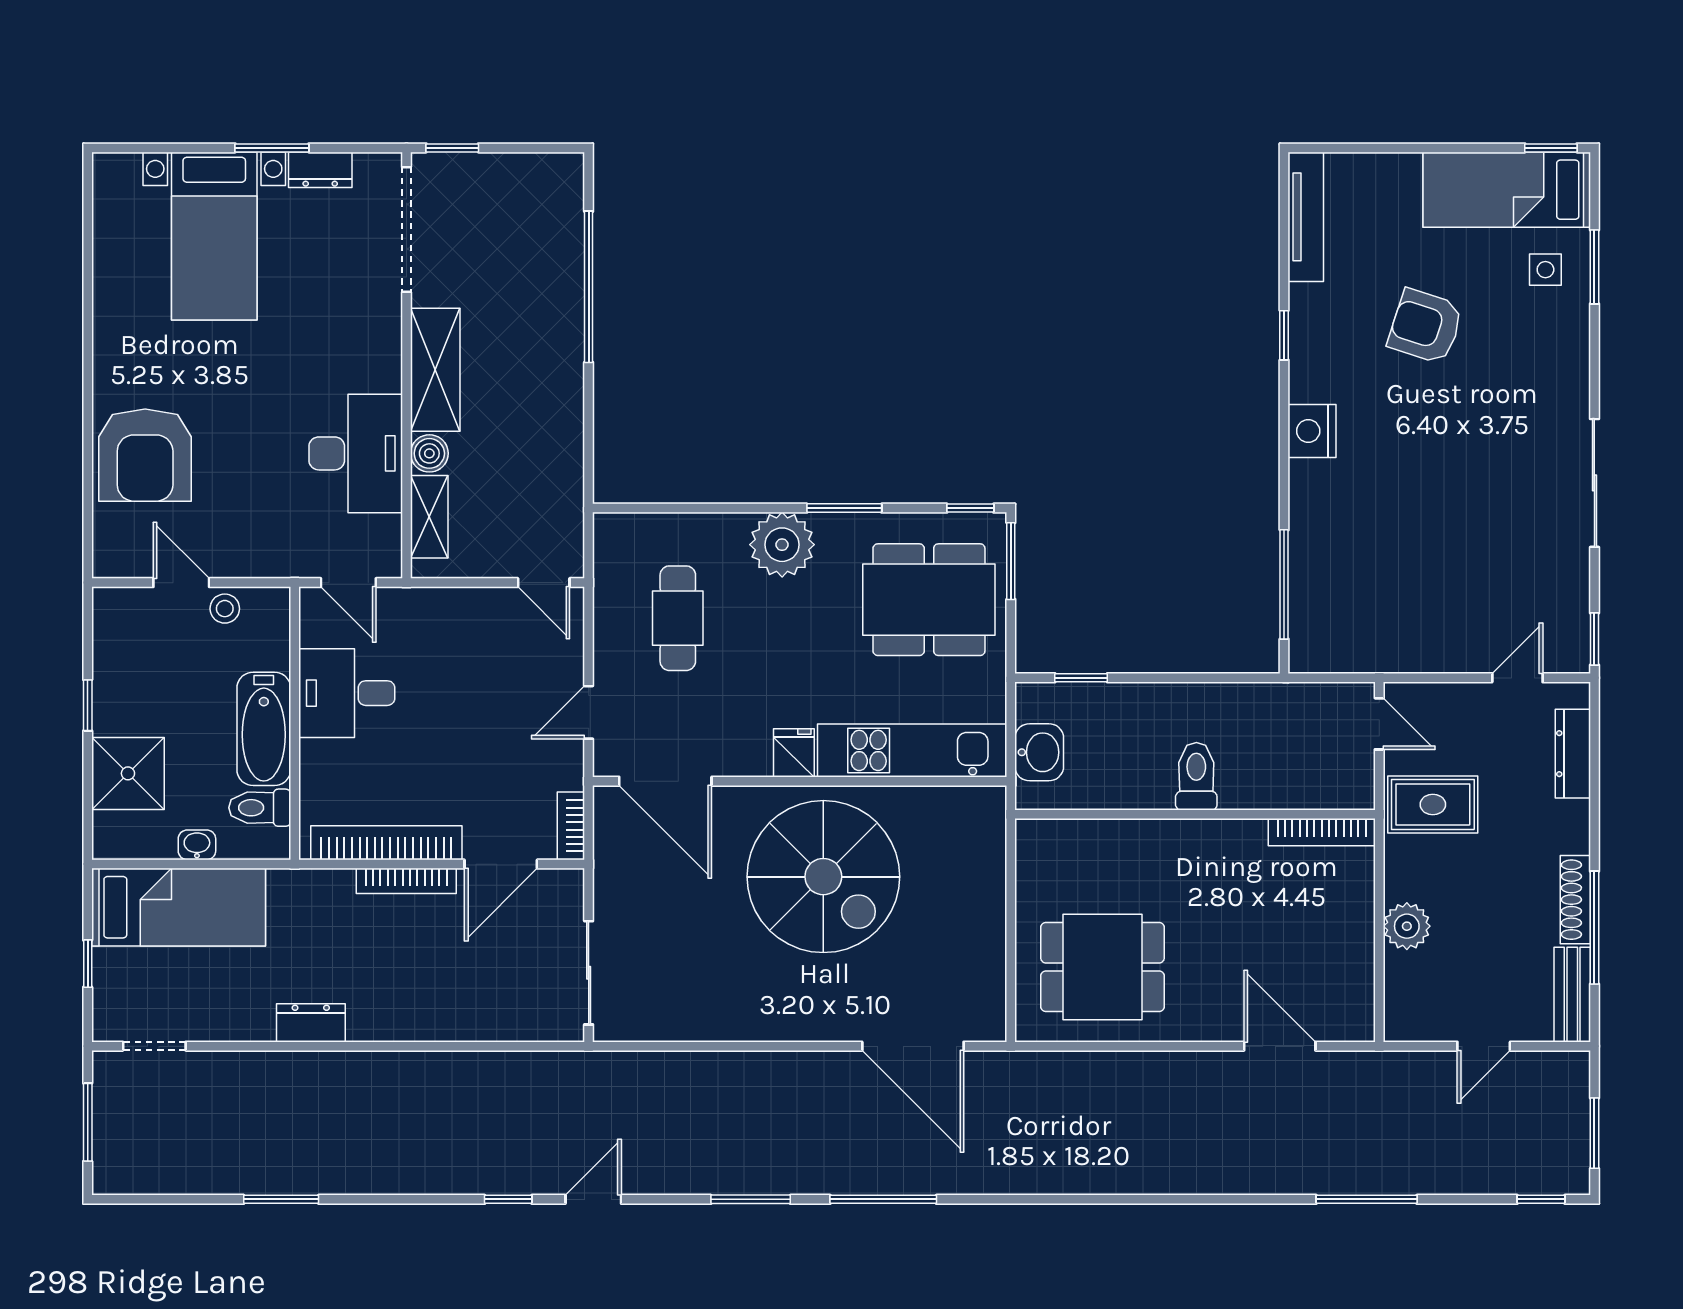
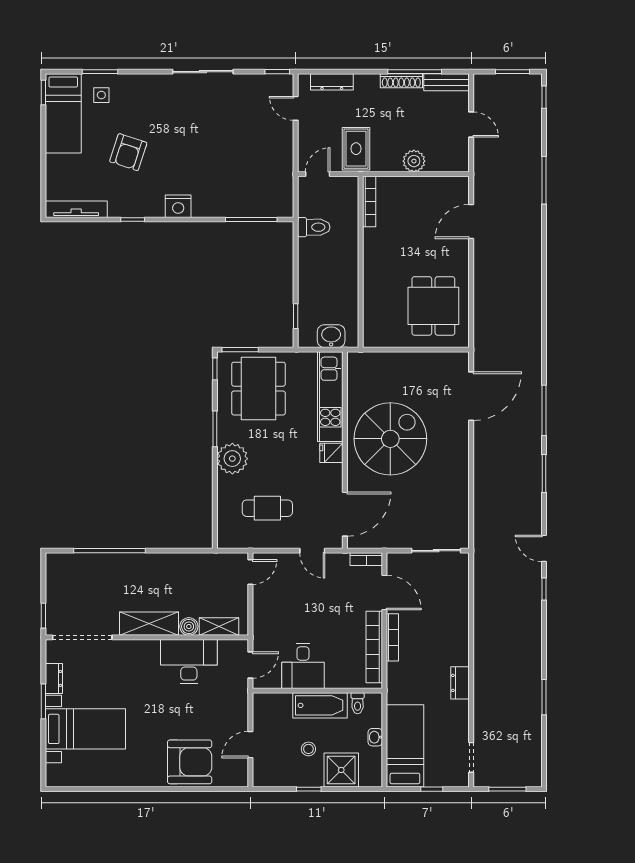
stool: (225, 609) -> (308, 749), moved
toilet: (1196, 776) -> (314, 227), moved, turned 180
toilet: (260, 808) -> (358, 703), width x0.73, depth x0.72

